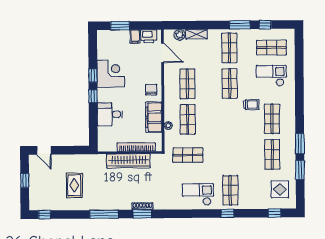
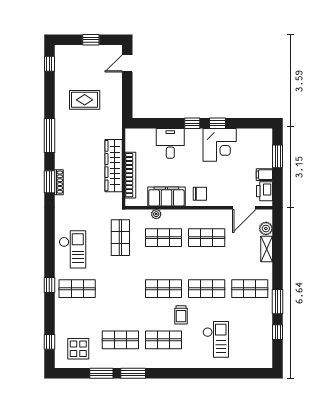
shop shelf: (271, 48) -> (163, 289), moved, turned 90

